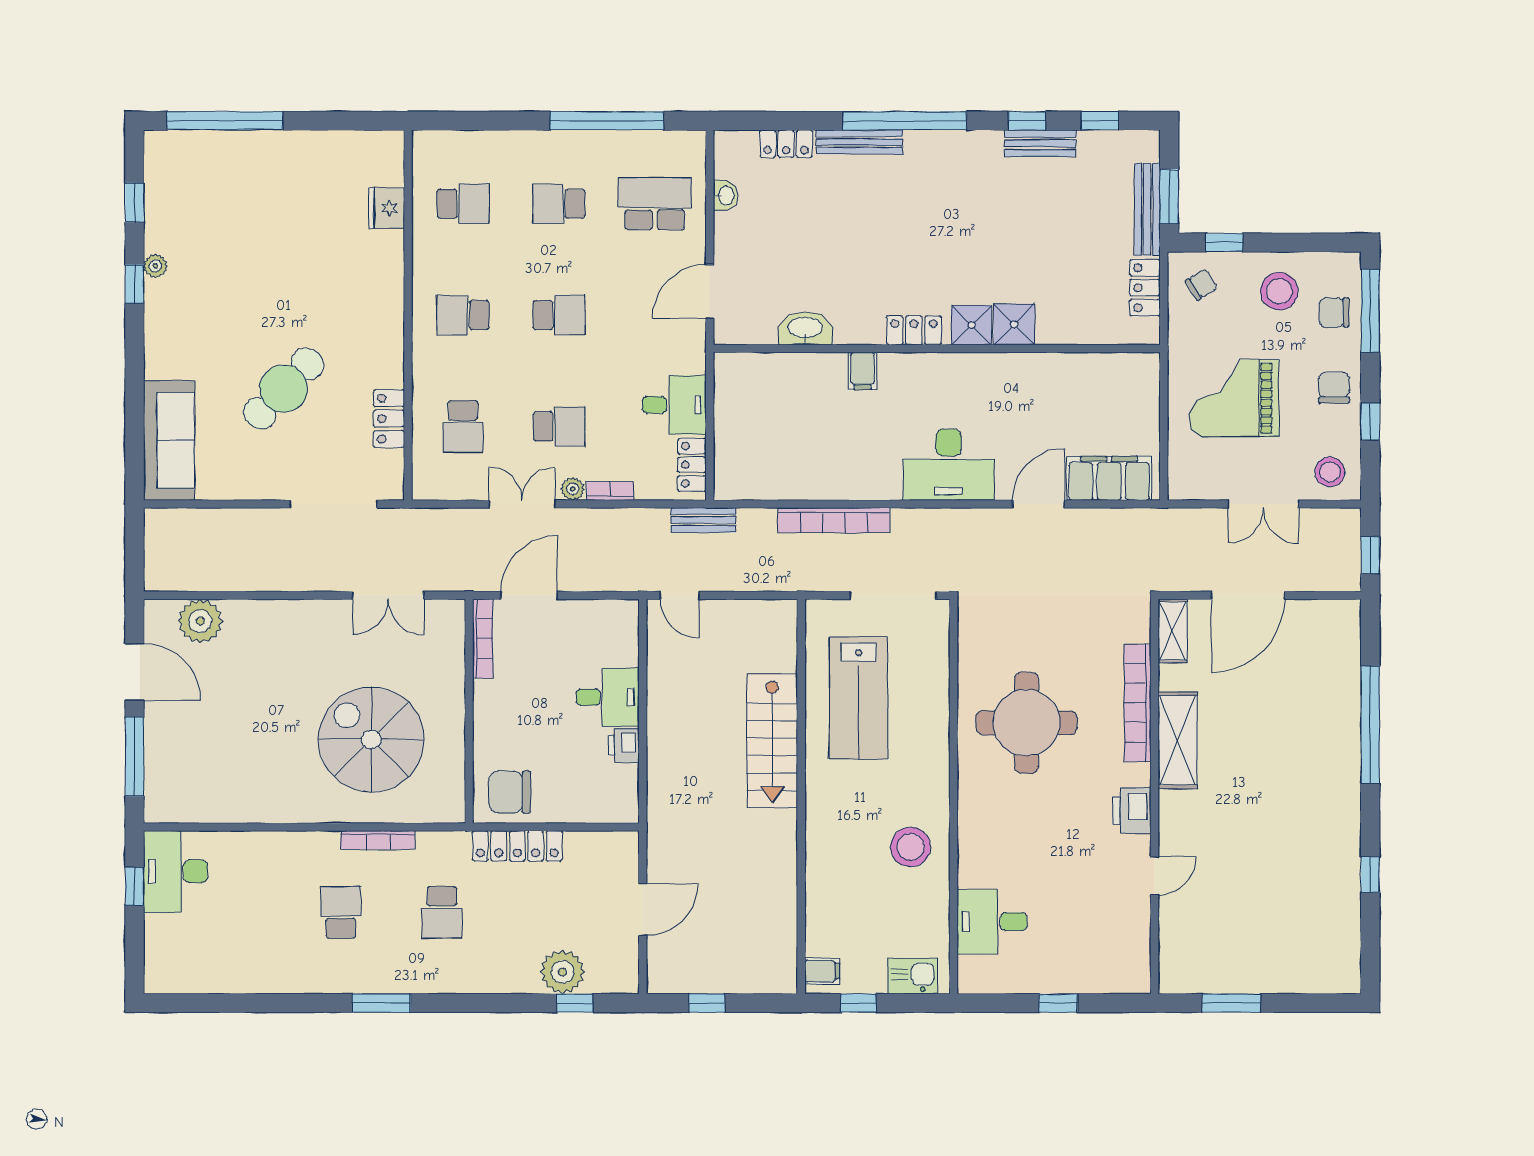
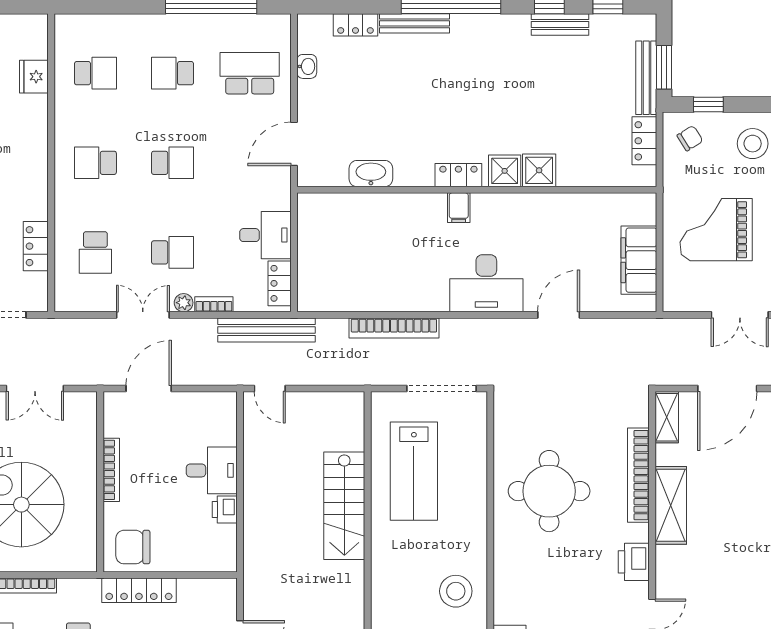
filing cabinet: (863, 371) -> (459, 208), moved
filing cabinet: (1109, 478) -> (639, 260), moved, turned -90
bench: (703, 520) -> (266, 330), width x1.86, depth x1.21
bookcase: (483, 638) -> (111, 470), moved

